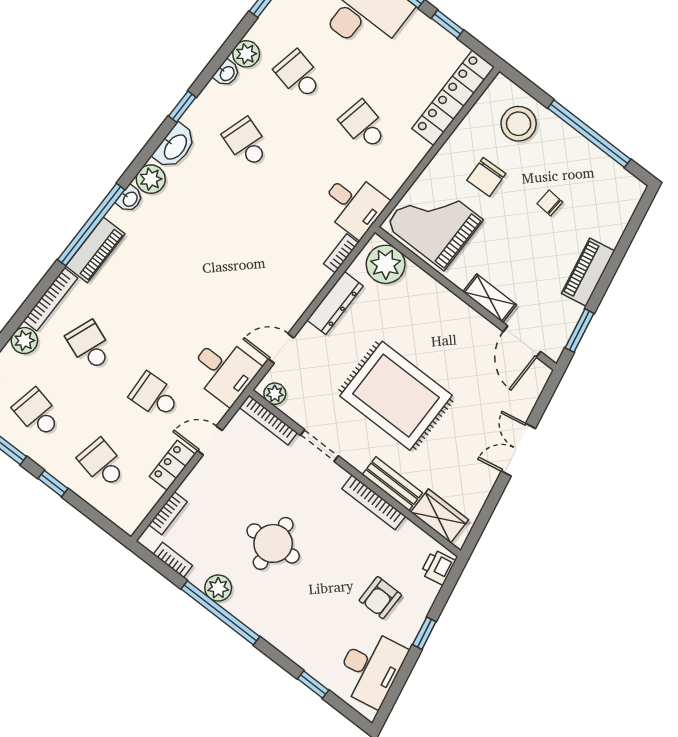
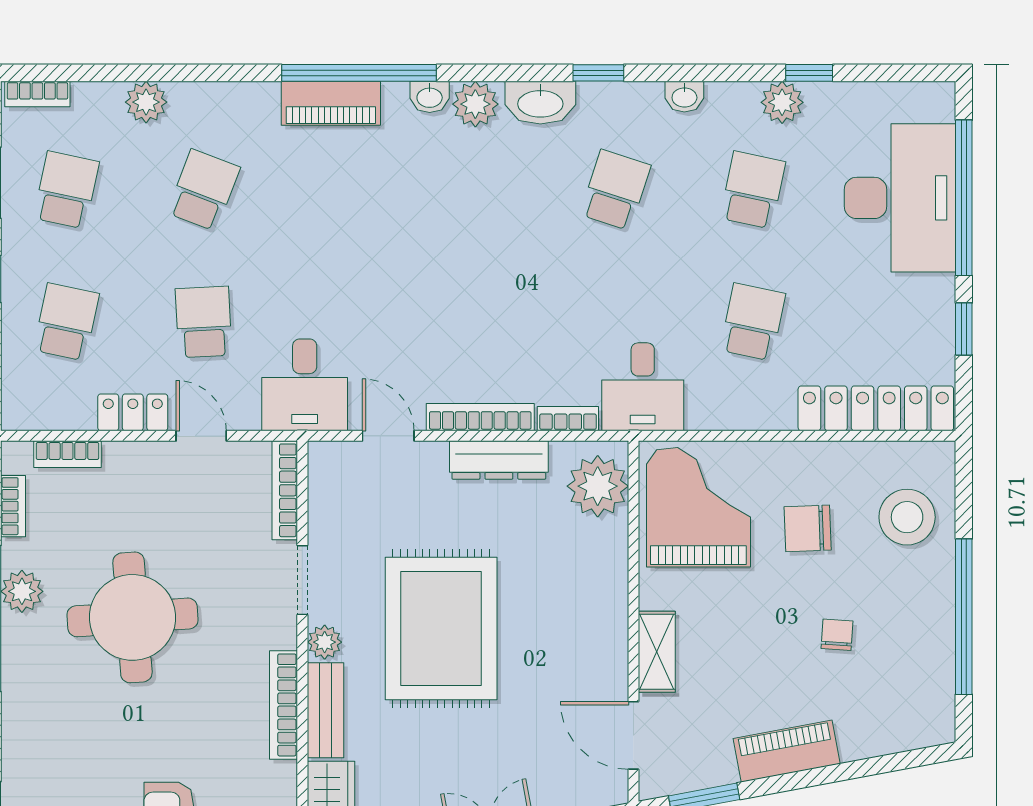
plant: (246, 54) -> (782, 102), moved
bookcase: (51, 299) -> (480, 417), moved, turned 180
door: (522, 342) -> (633, 735), hinge flipped
plant: (275, 394) -> (325, 642), moved
round table: (273, 543) -> (132, 617), width x1.36, depth x1.36

